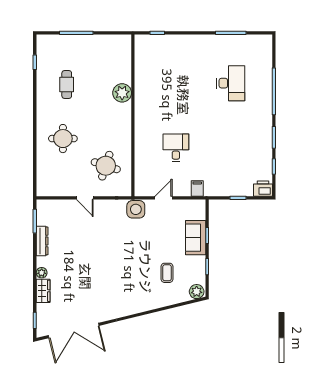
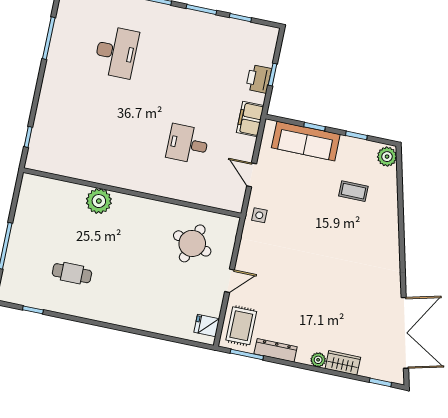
desk: (231, 83) -> (116, 52), turned 90
round table: (63, 139) -> (144, 293), removed
fridge: (49, 188) -> (207, 326), added
filing cabinet: (197, 188) -> (250, 119), width x2.00
printer: (263, 189) -> (259, 79), moved
side table: (136, 209) -> (259, 215), width x0.54, depth x0.54
rug: (54, 213) -> (241, 326), added
sofa: (196, 238) -> (306, 141), width x1.36

